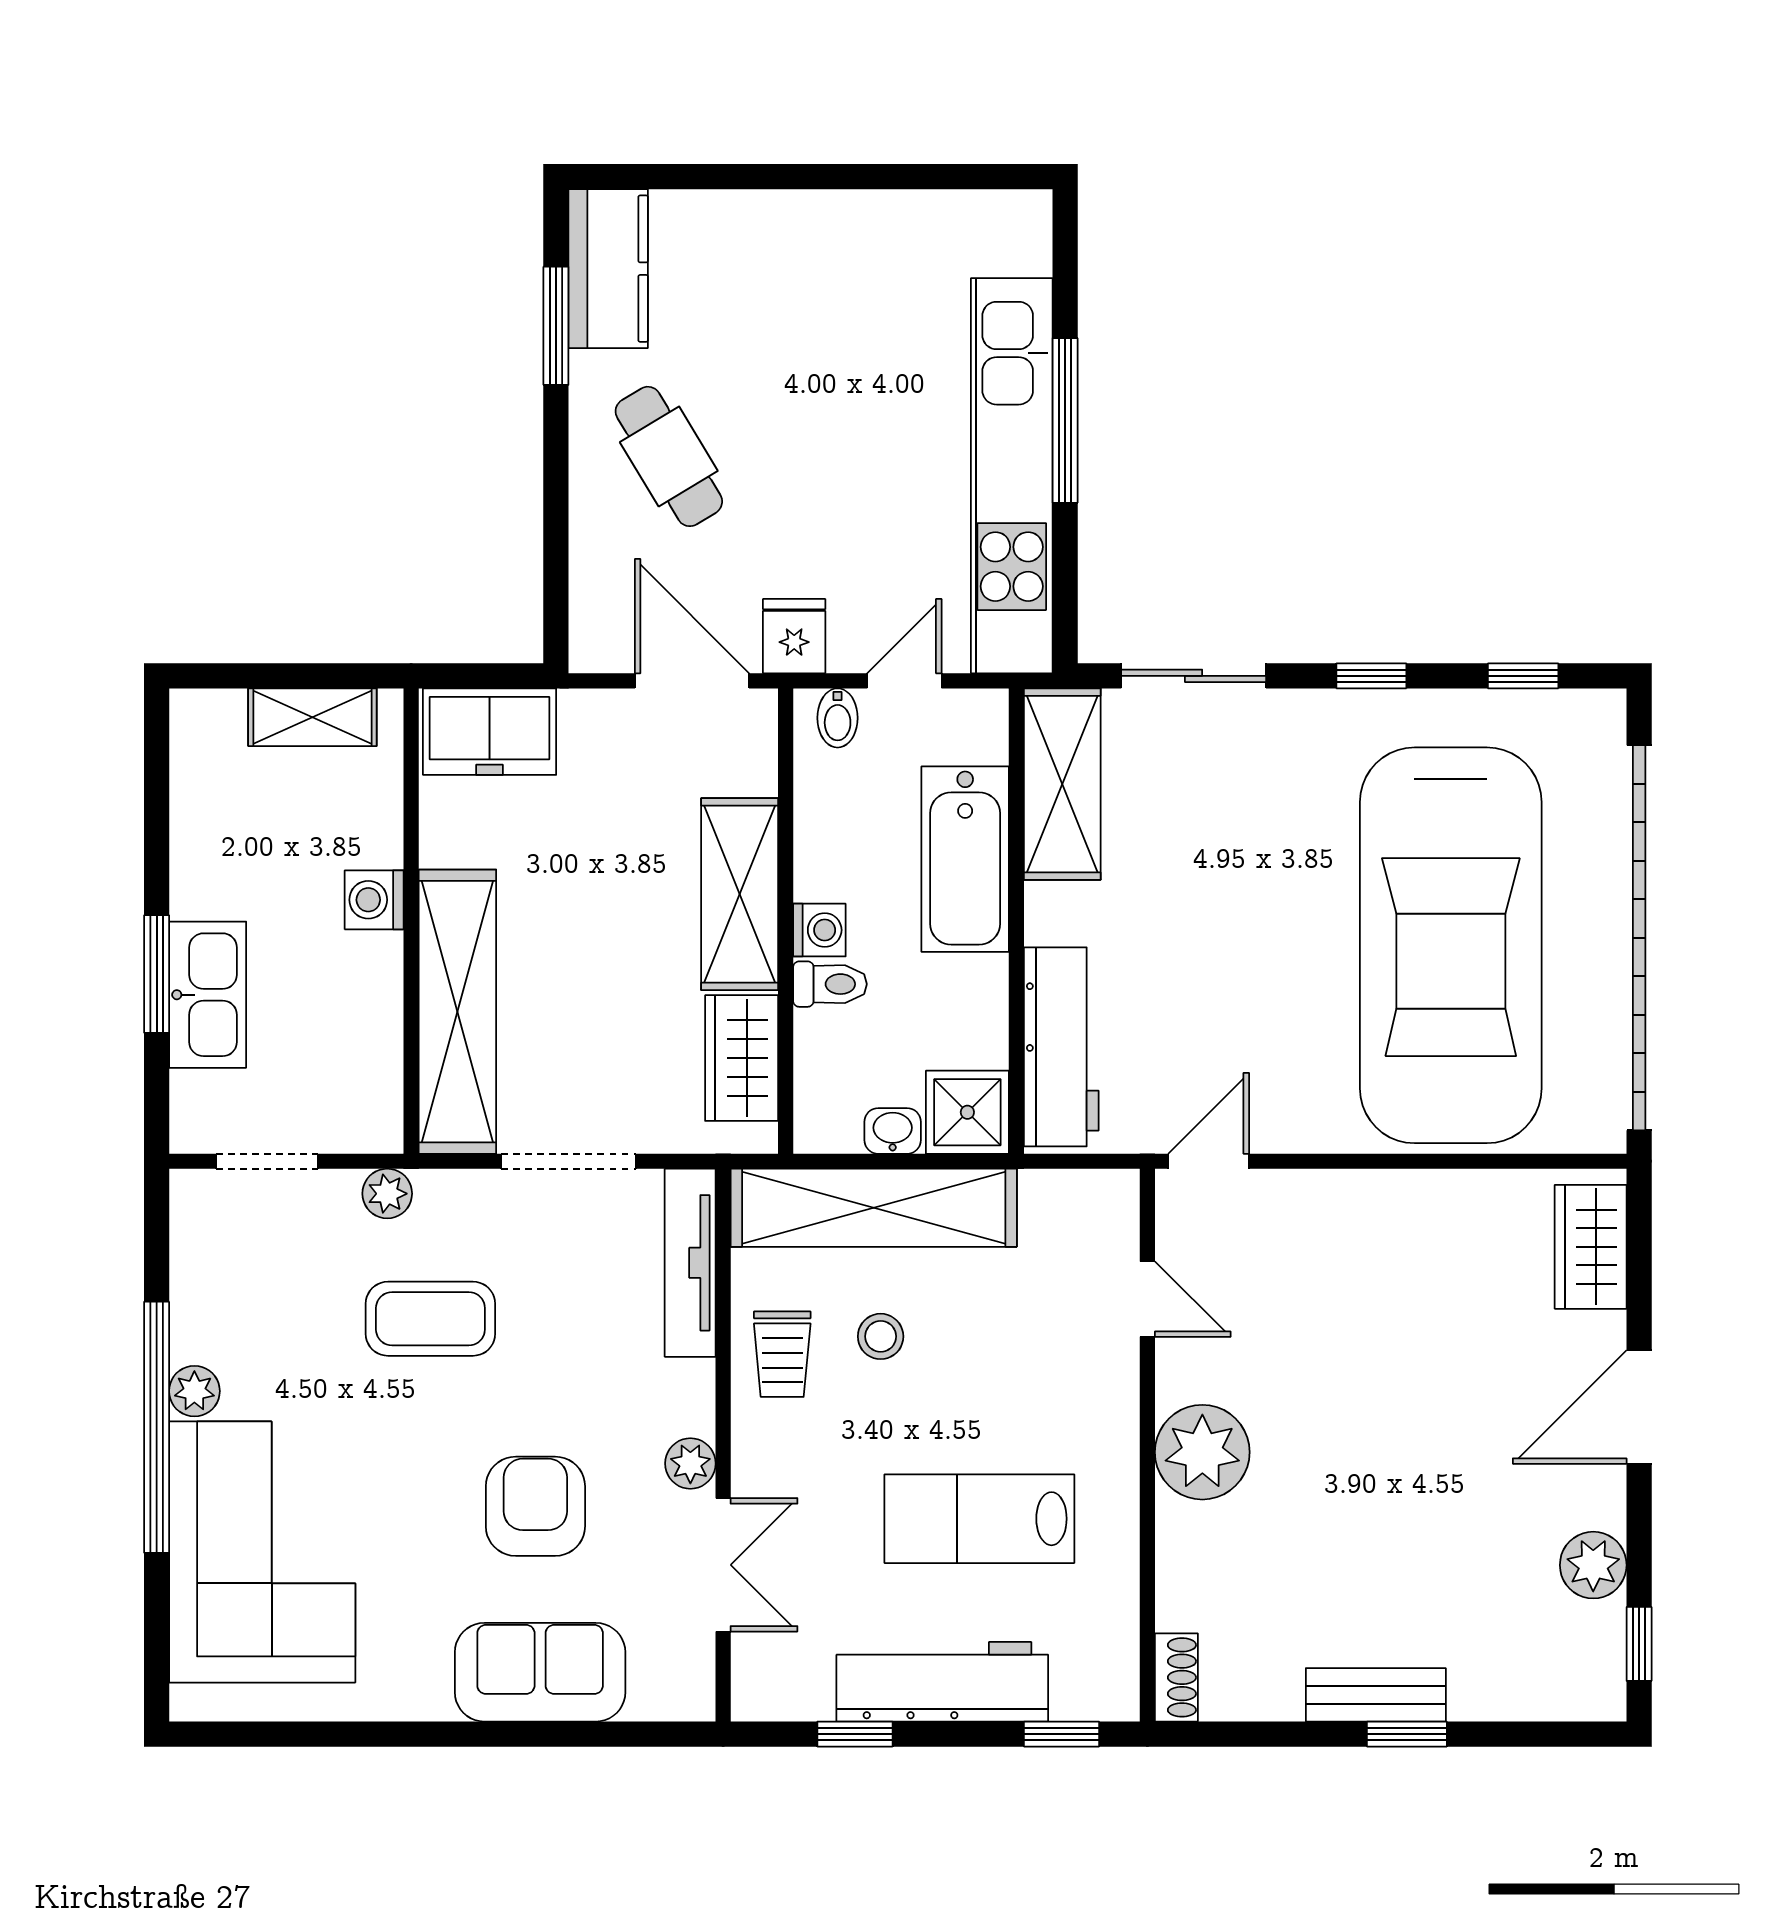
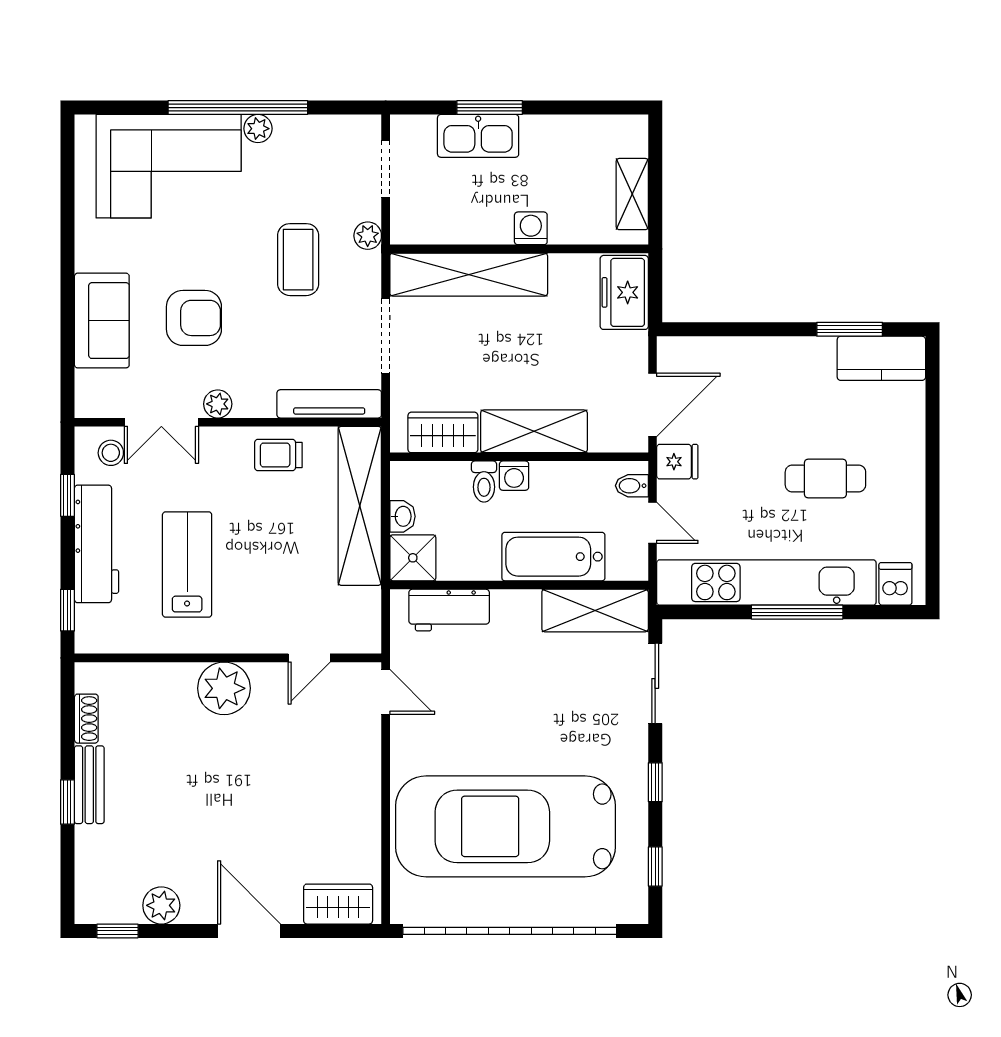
dishwasher: (1014, 243) -> (895, 584), added
cafe table: (669, 456) -> (825, 478), moved, turned 31
workbench: (1061, 1047) -> (449, 610), width x0.73
stool: (881, 1336) -> (111, 453), moved
shoe rack: (1176, 1677) -> (86, 719), moved, turned -90

